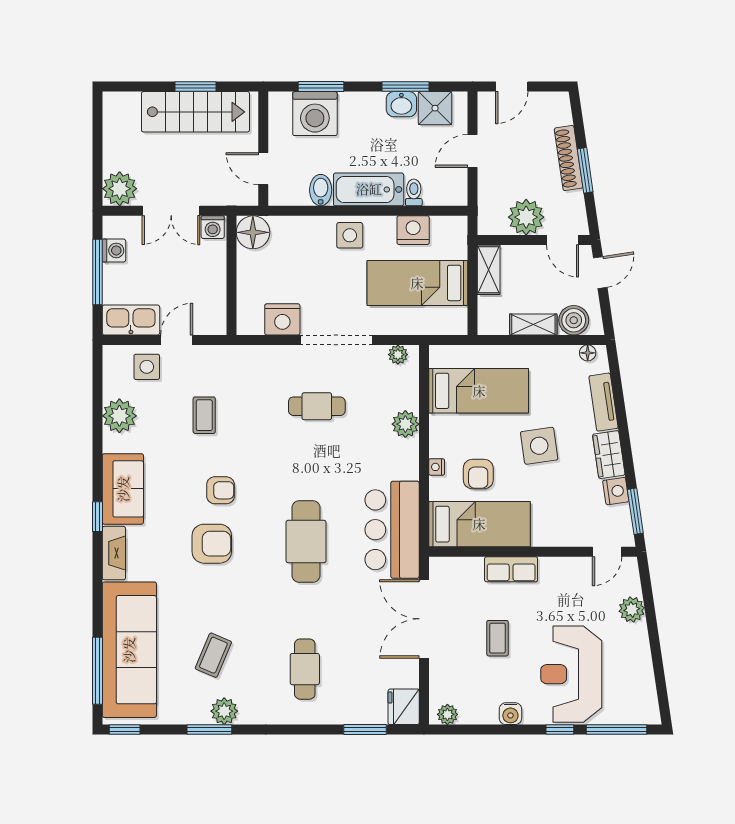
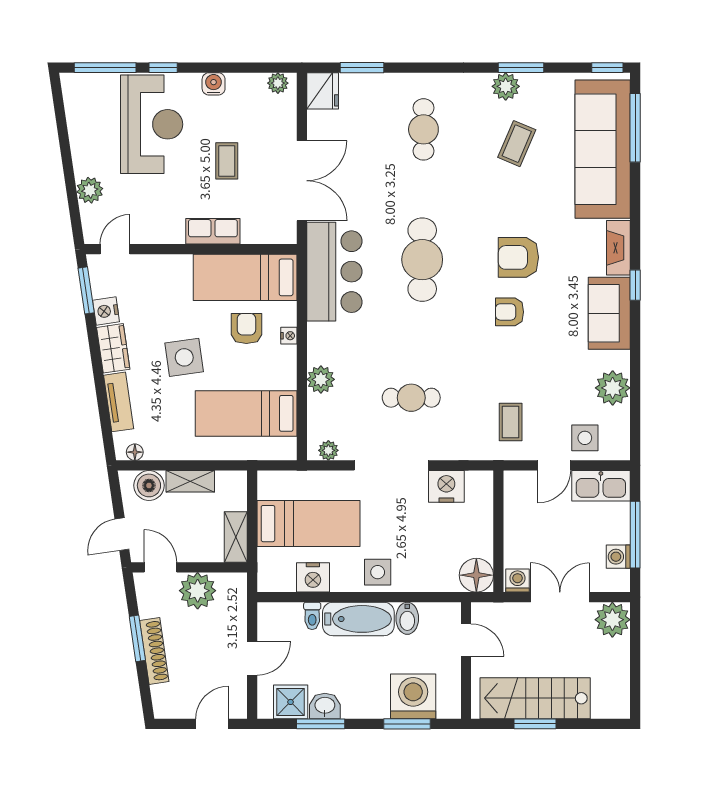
coffee table: (204, 415) -> (511, 422), moved

